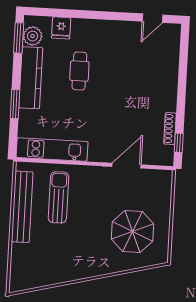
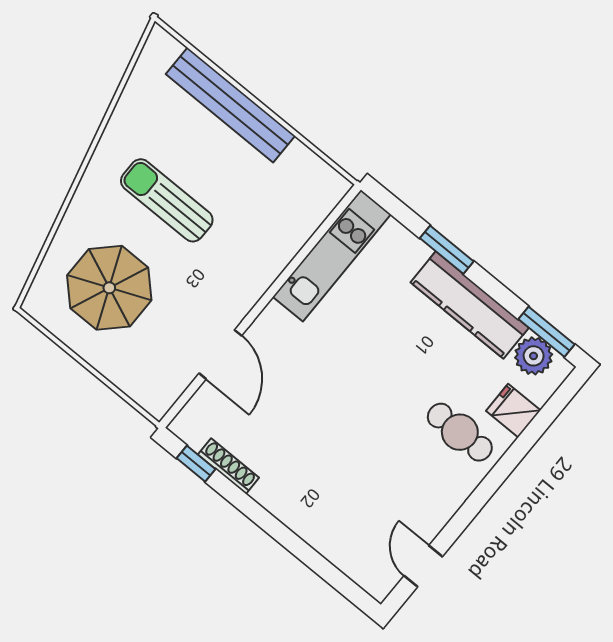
cafe table: (79, 71) -> (460, 432), moved
sun lounger: (58, 197) -> (167, 200), moved, turned 180
bench: (22, 207) -> (230, 105), moved

